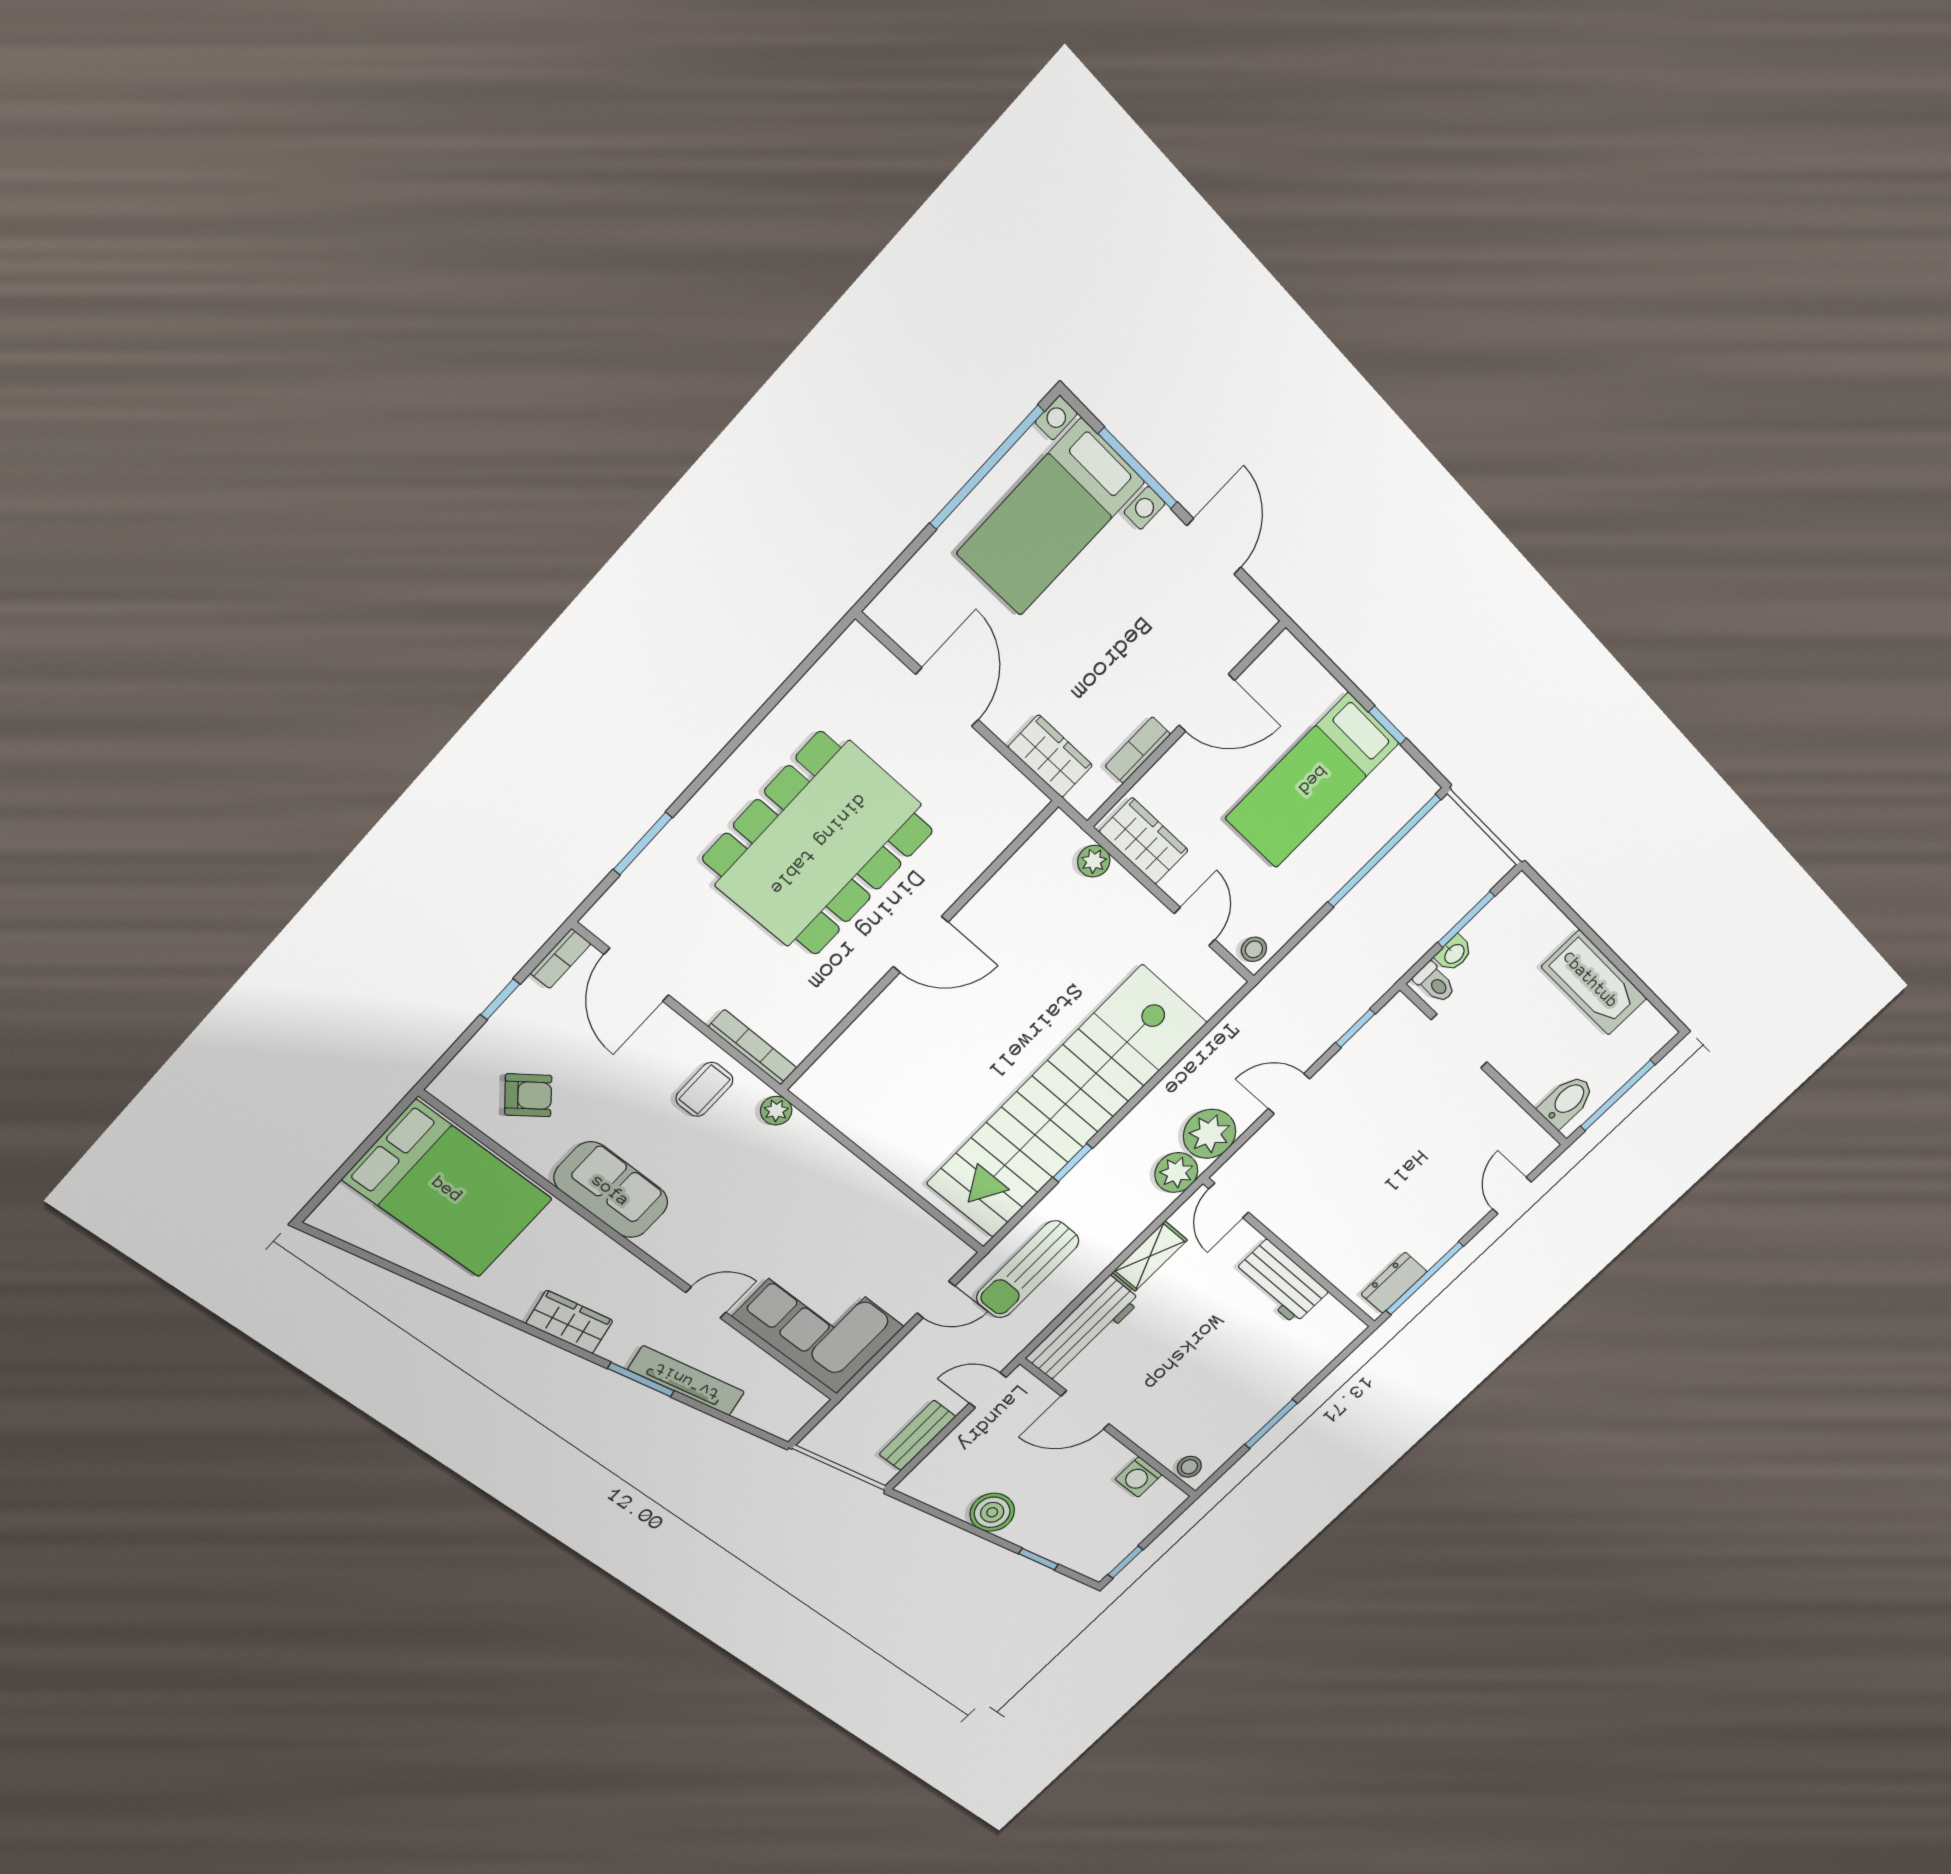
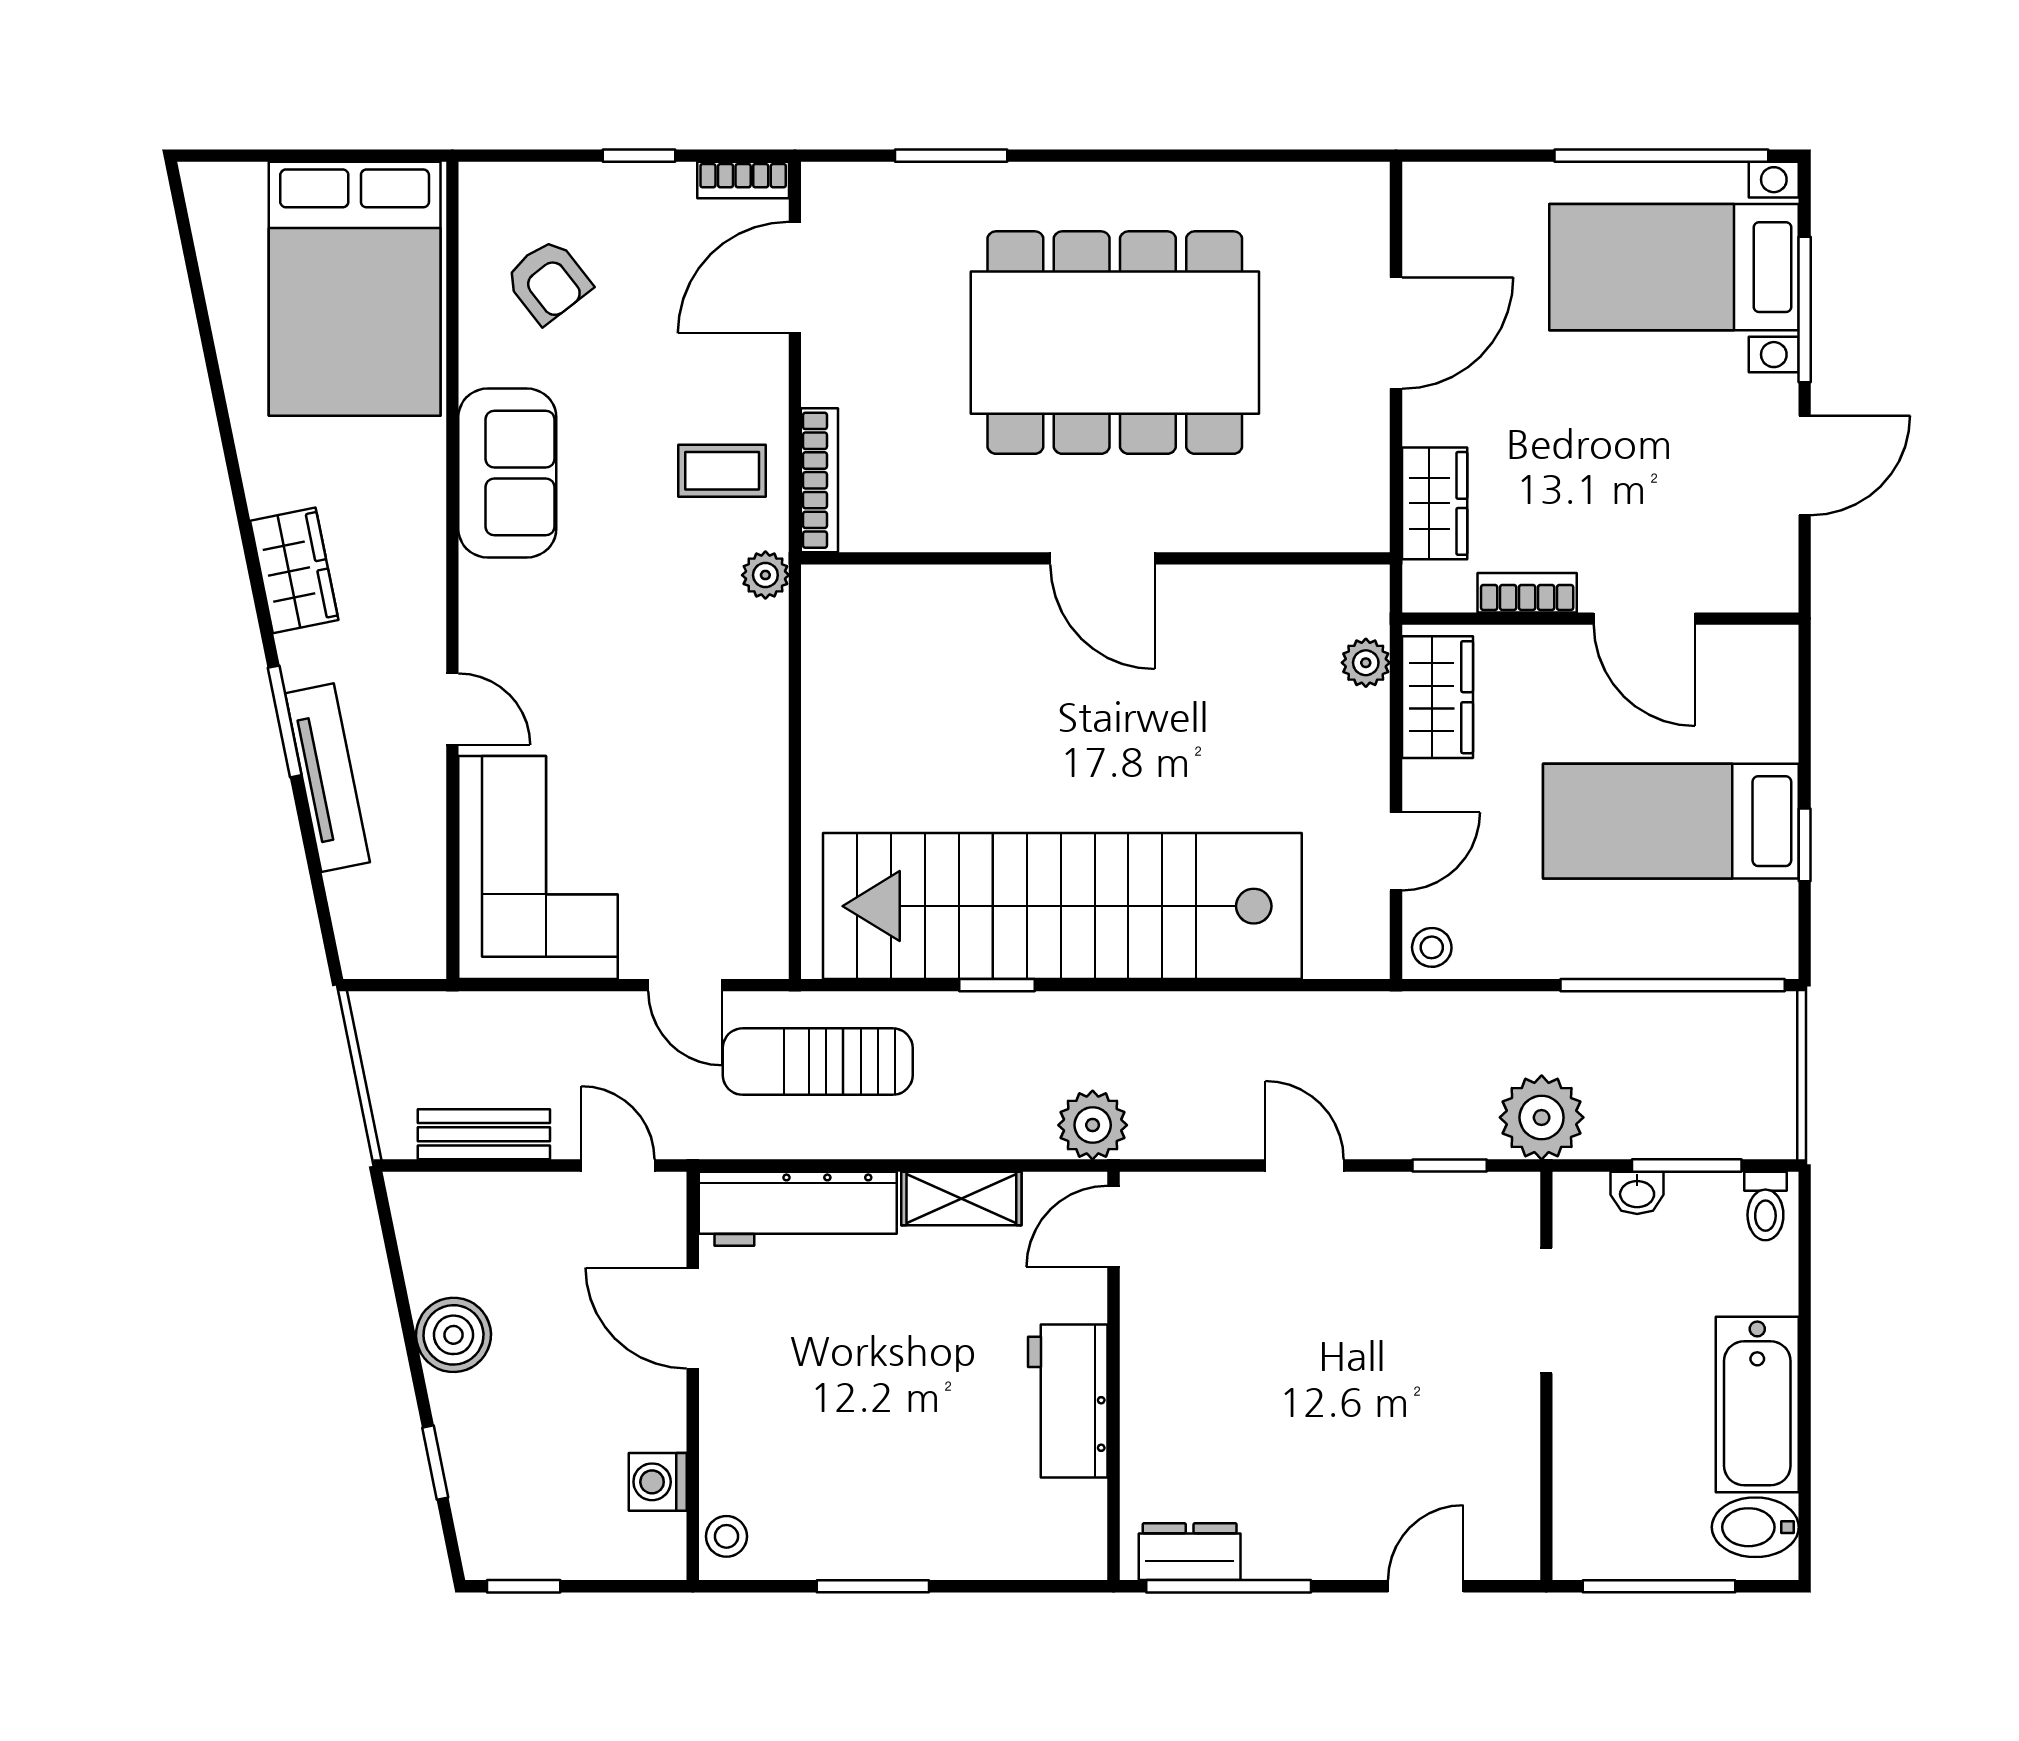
toilet: (1435, 983) -> (1765, 1206), moved
bidet: (1567, 1101) -> (1755, 1527), moved, turned 180
plant: (1210, 1134) -> (1542, 1117), moved

